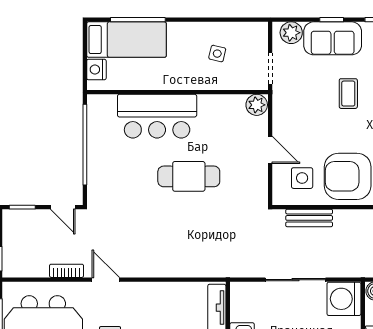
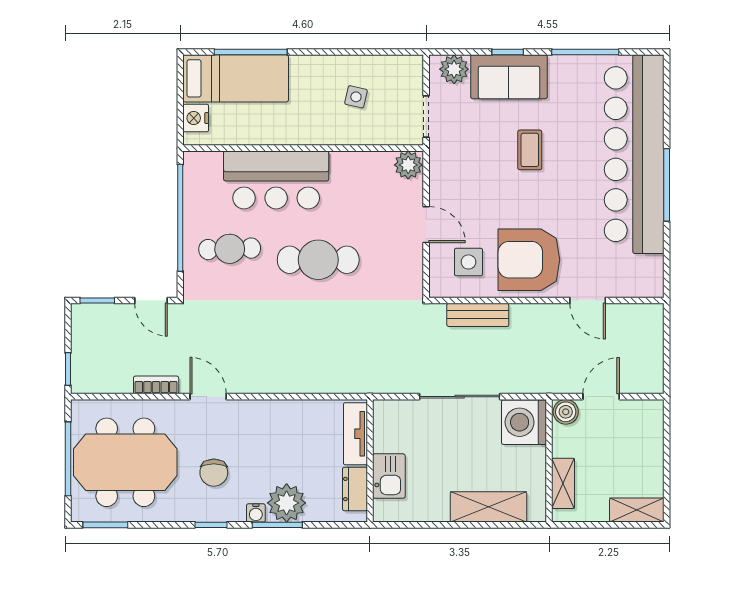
cafe table: (122, 168) -> (230, 249), added

